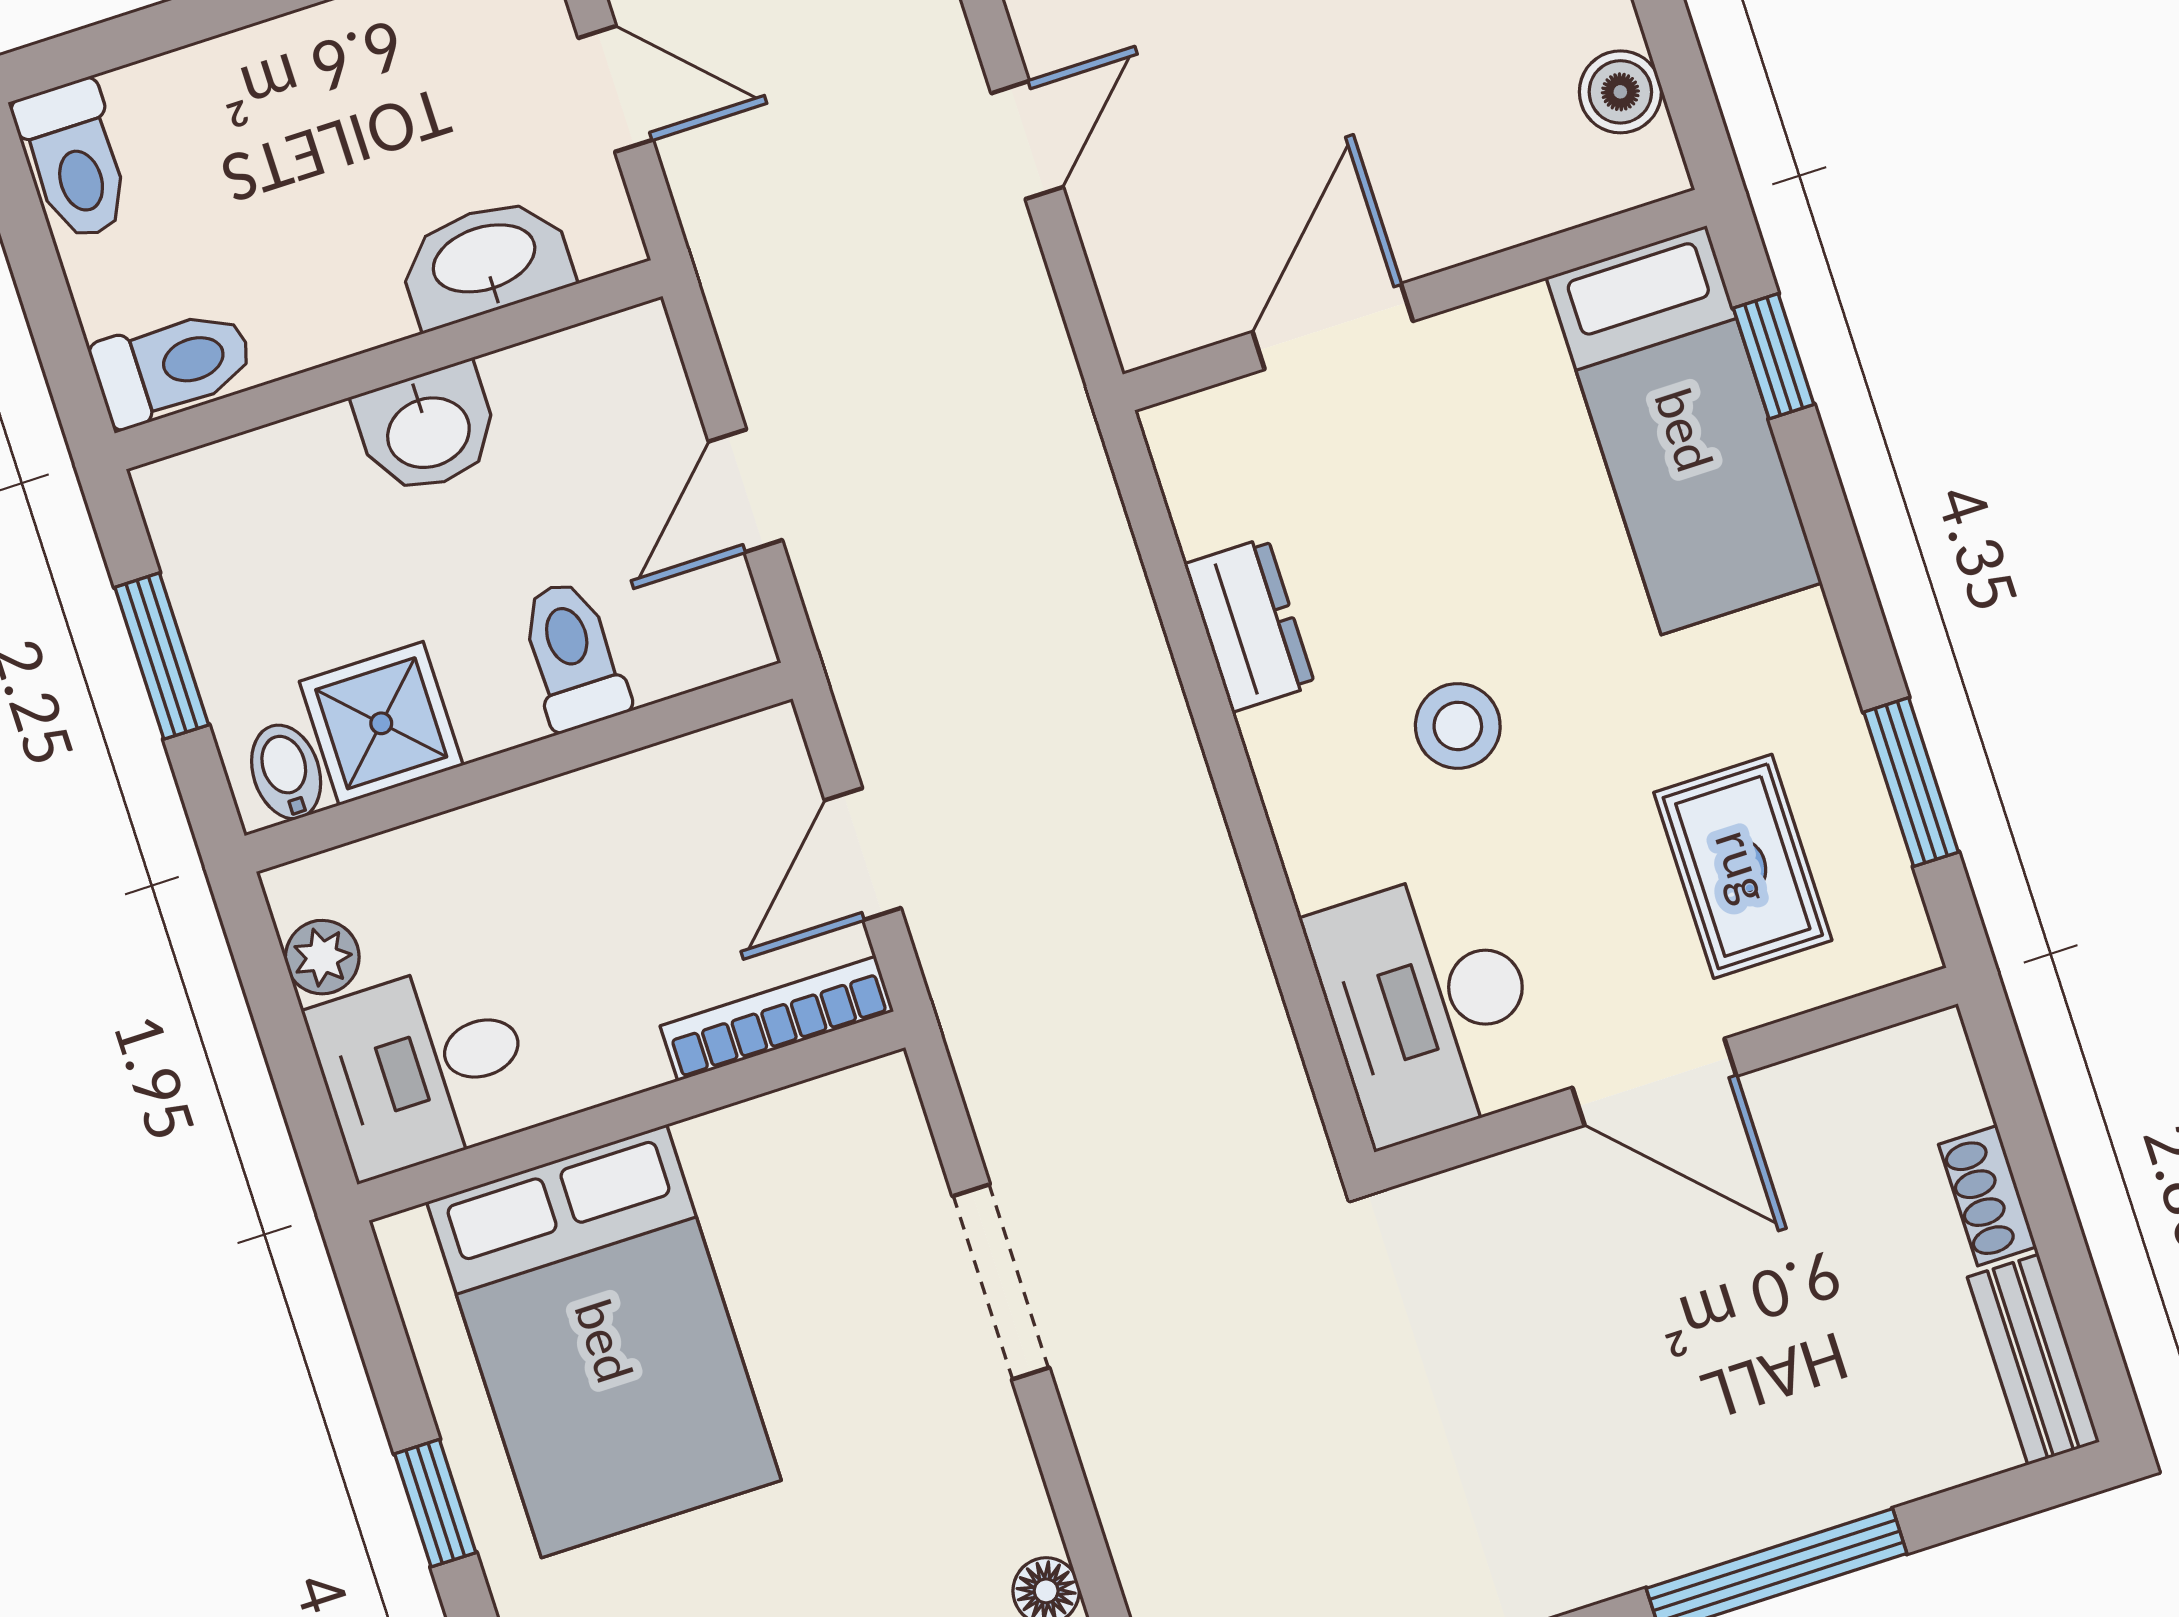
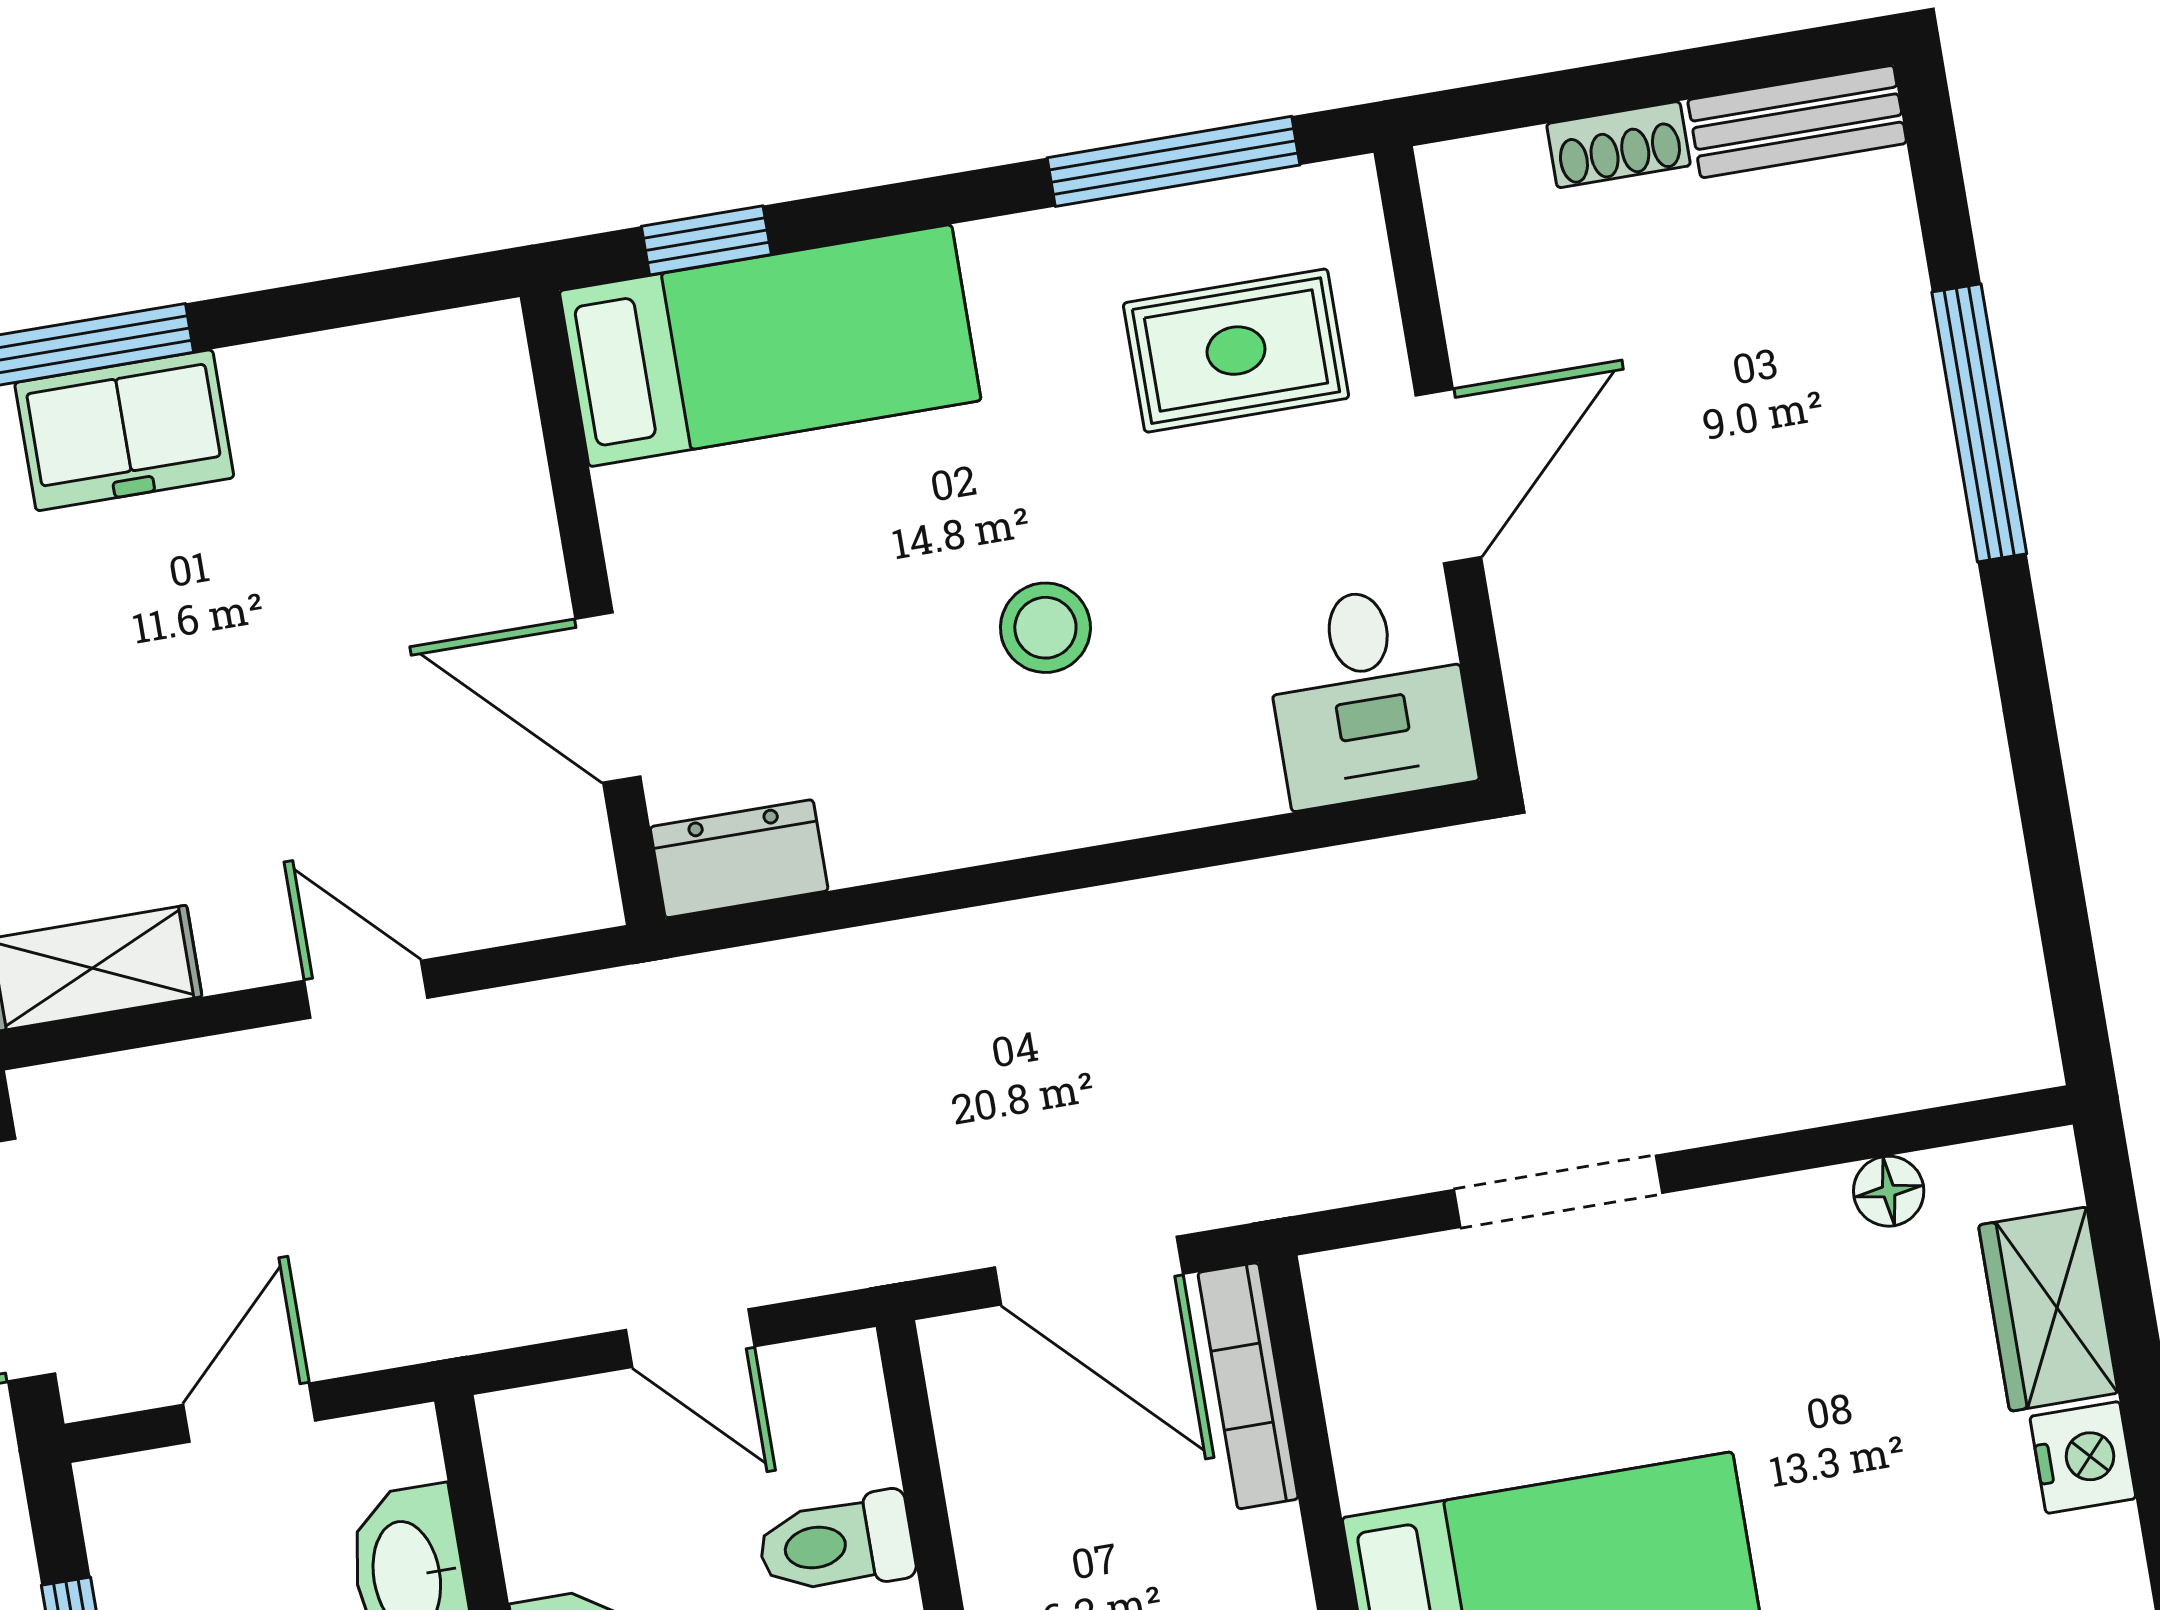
boiler: (1620, 92) -> (406, 360), removed
dresser: (1250, 625) -> (739, 859), moved
window: (1911, 782) -> (1174, 161), width x1.44
door: (863, 854) -> (1089, 1271), width x1.38
desk: (1428, 1006) -> (1369, 695), width x0.73

